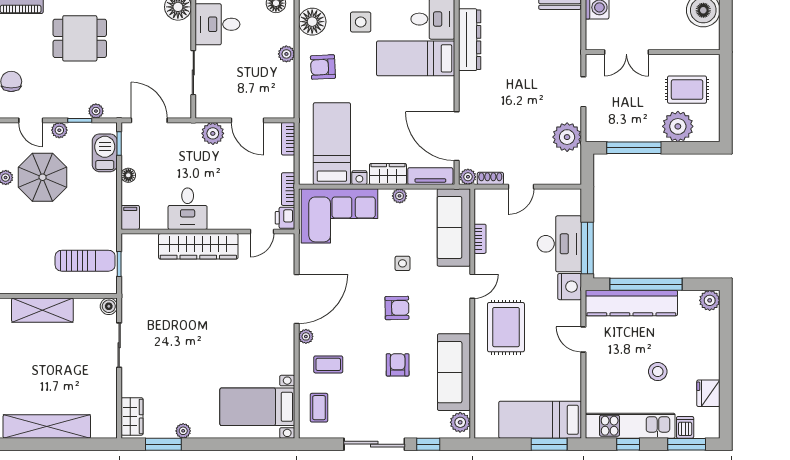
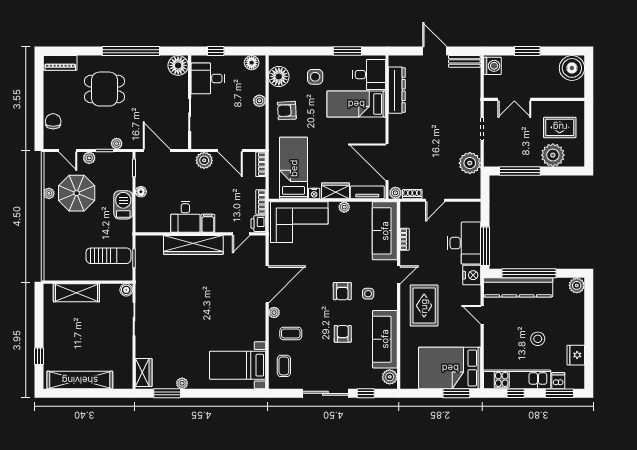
barbecue: (105, 153) -> (123, 205), moved
filing cabinet: (130, 217) -> (208, 223), moved
side table: (402, 263) -> (368, 294), moved
armchair: (397, 308) -> (342, 291), turned 91
bed: (540, 420) -> (450, 368), width x1.50

